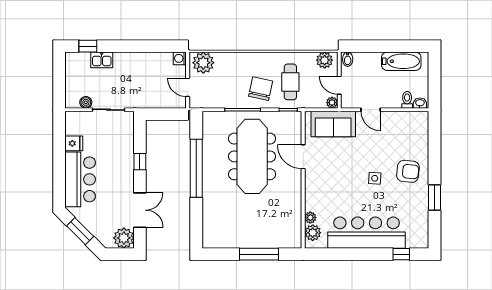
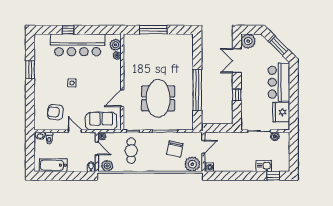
door: (188, 87) -> (203, 147), hinge flipped
chair: (261, 89) -> (175, 149), moved
fridge: (74, 143) -> (281, 112), width x1.88, depth x1.34
meeting table: (252, 156) -> (158, 98), width x0.73
door: (303, 157) -> (122, 98), swing flipped
armchair: (408, 171) -> (55, 112), moved
window: (401, 254) -> (68, 30), moved

